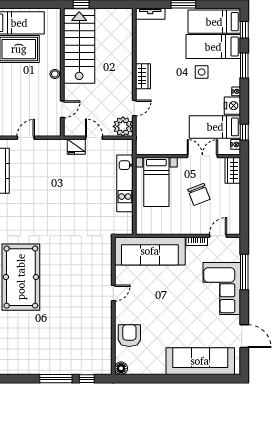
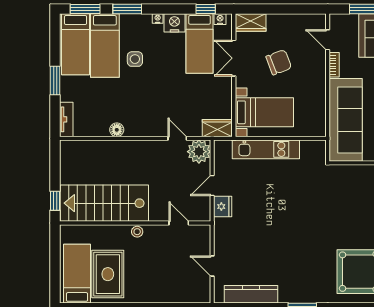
window: (244, 30) -> (85, 9), width x1.50
floor lamp: (141, 57) -> (117, 130), added
wardrobe: (143, 76) -> (217, 128), moved

